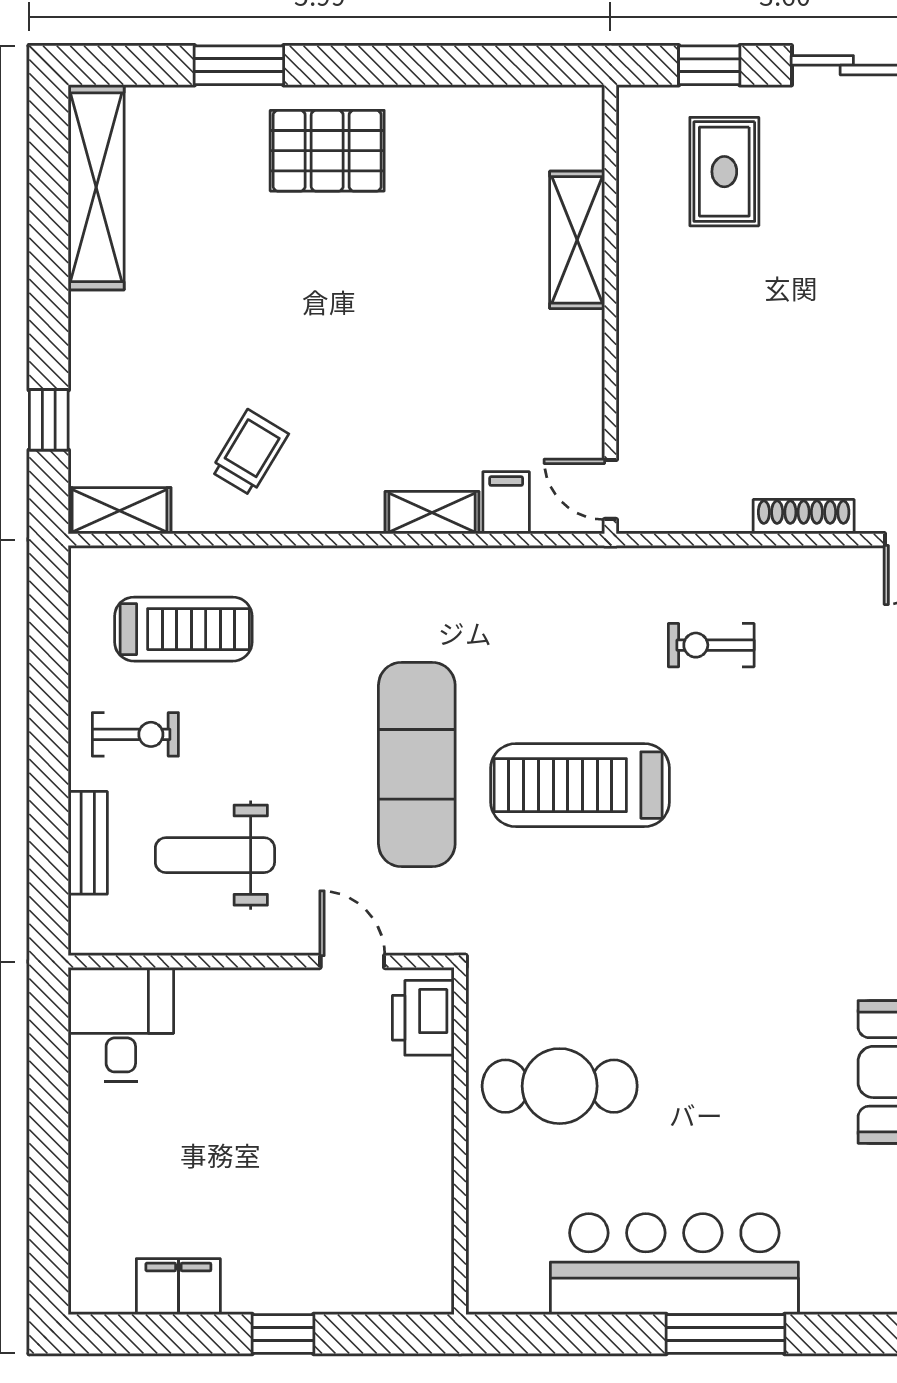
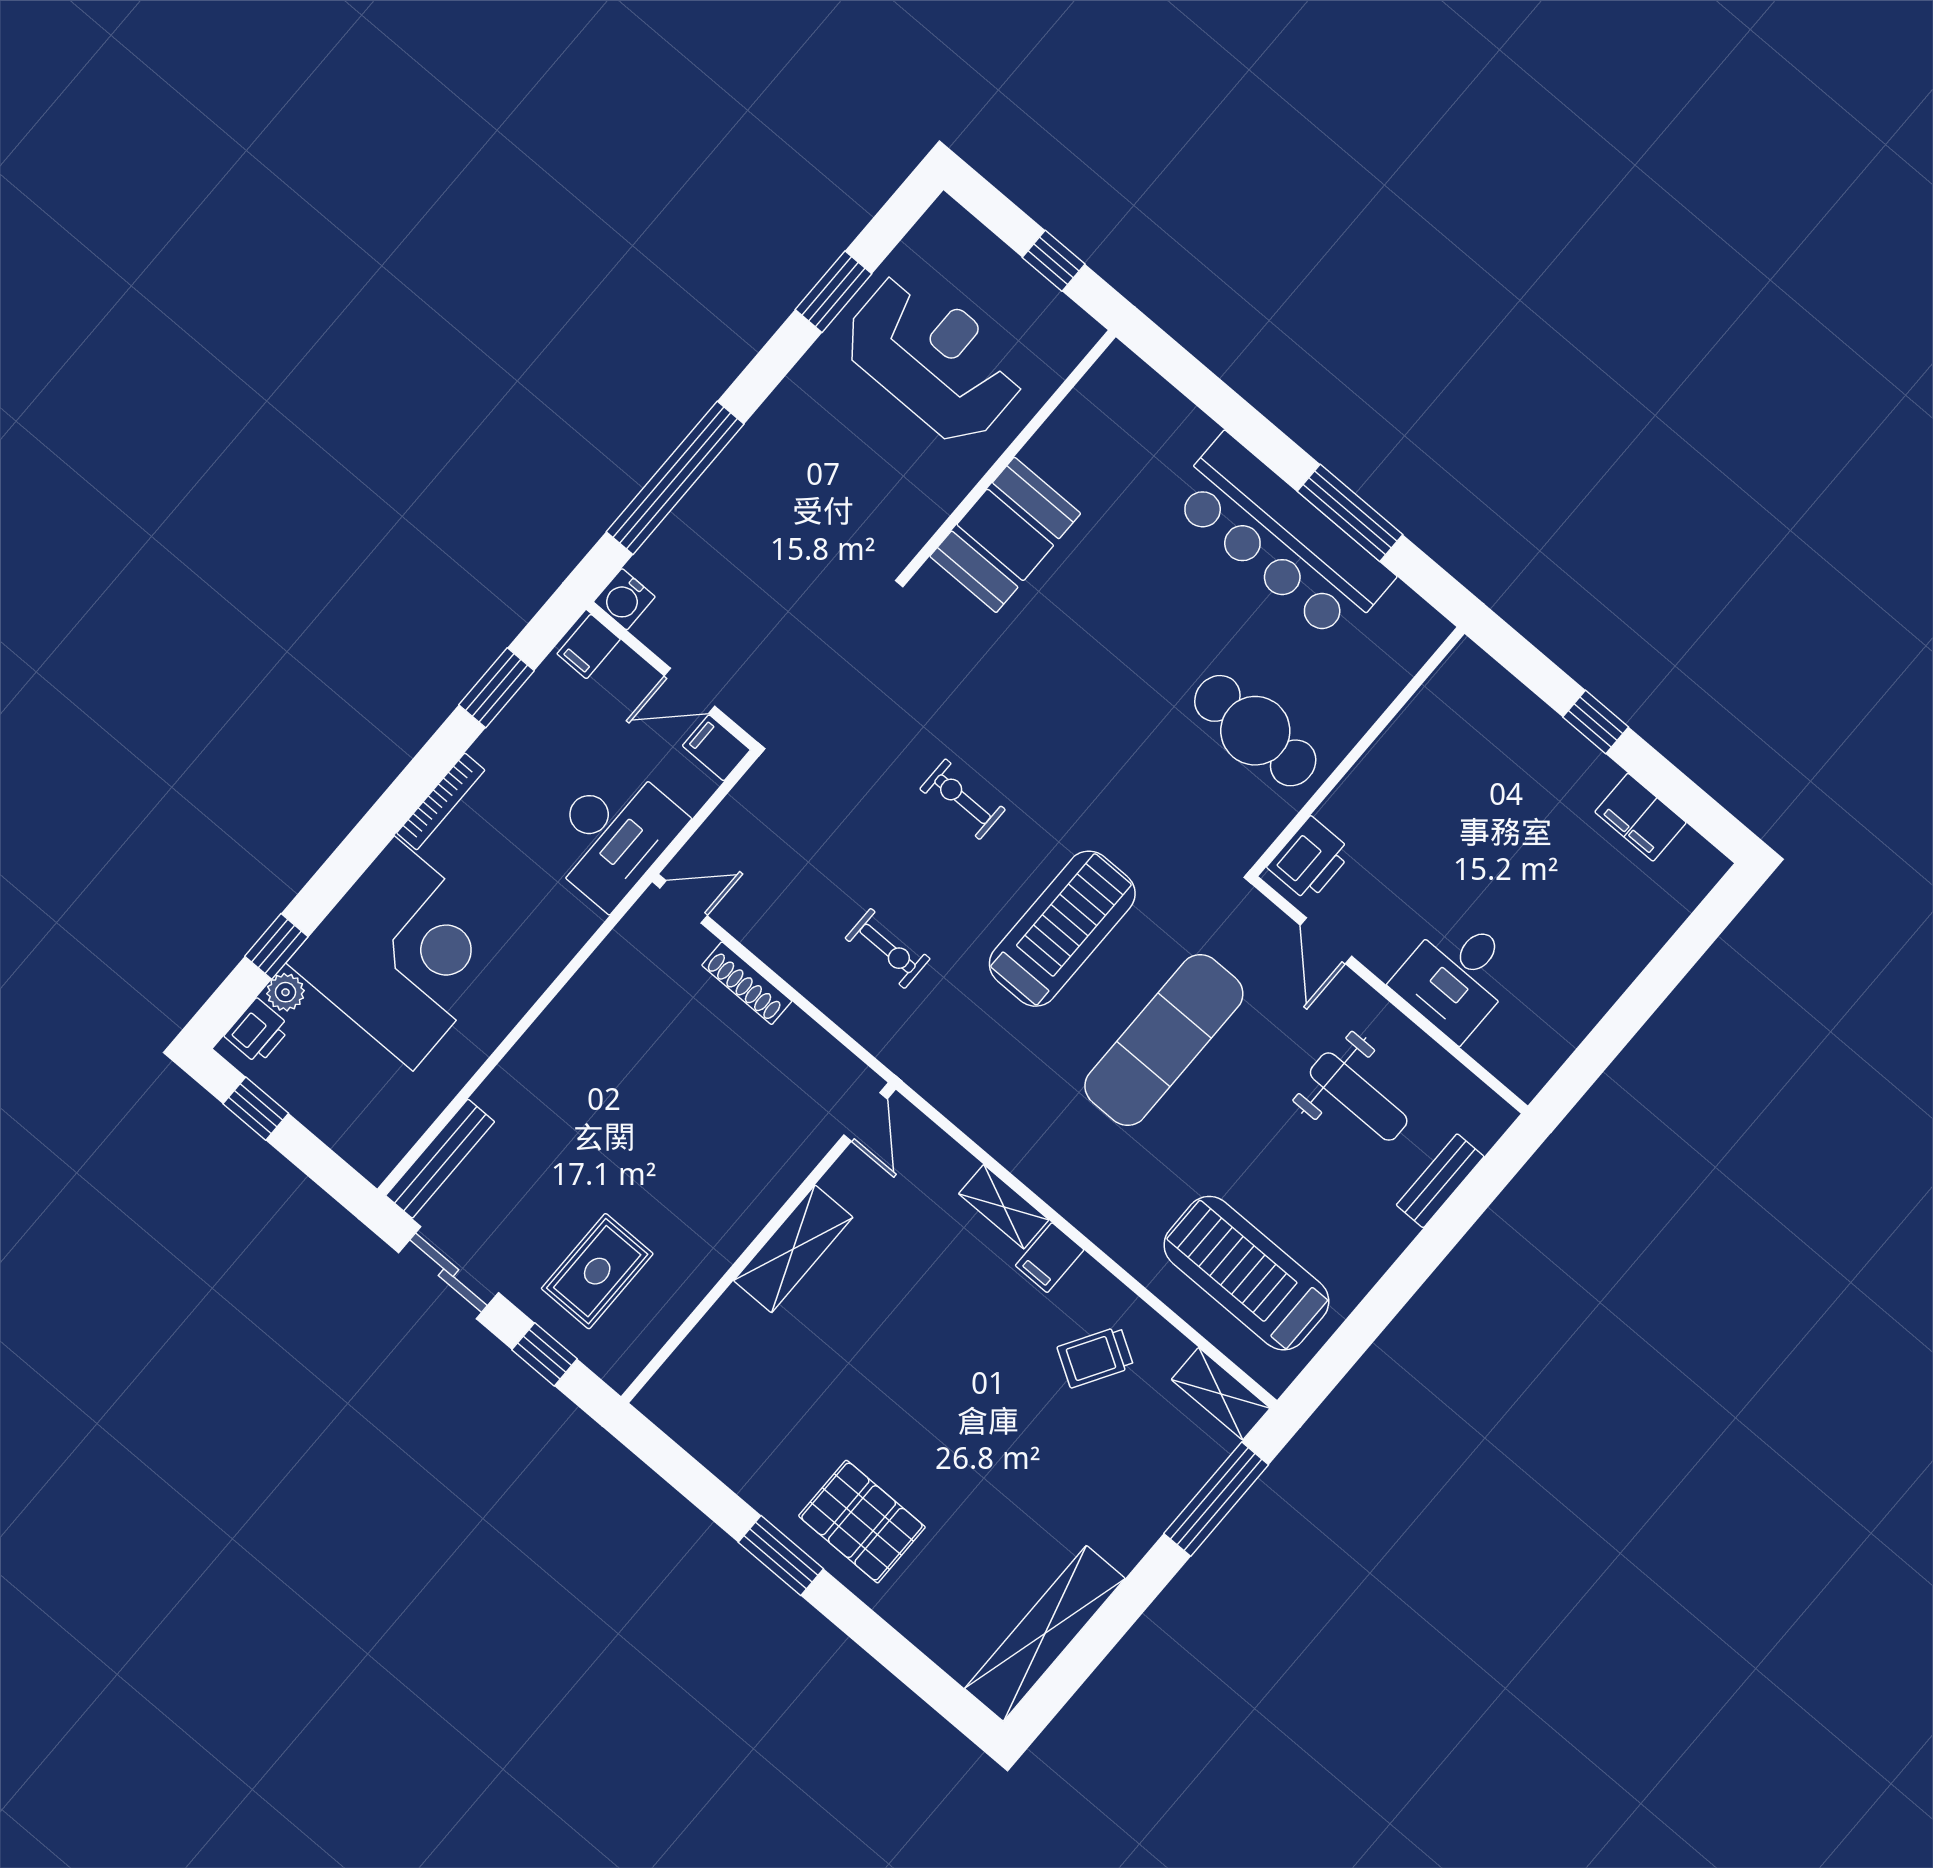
window: (239, 65) -> (781, 1555), moved
shelving: (577, 240) -> (793, 1249), moved
window: (49, 420) -> (1216, 1499), width x2.17
filing cabinet: (506, 503) -> (1050, 1258), moved
treadmill: (183, 629) -> (1246, 1273), width x1.37, depth x1.38
exercise bike: (135, 734) -> (963, 799), moved
treadmill: (580, 785) -> (1062, 929), turned -90
desk: (121, 1024) -> (1456, 976), moved
window: (725, 1334) -> (1350, 513), moved

